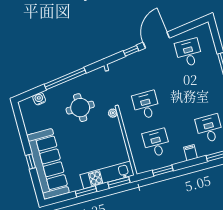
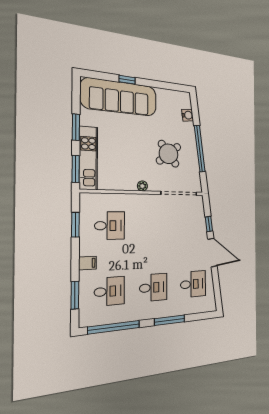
desk: (146, 105) -> (153, 287), moved
round table: (80, 108) -> (169, 154), turned -38
plant: (113, 113) -> (142, 186), moved

